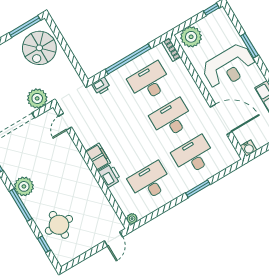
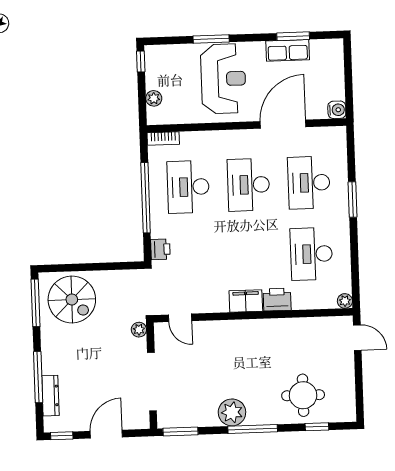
plant: (191, 37) -> (154, 98), width x0.53, depth x0.53
plant: (37, 98) -> (139, 330), width x0.53, depth x0.53

